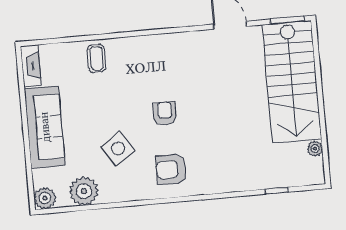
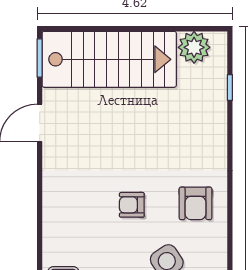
plant: (315, 149) -> (194, 47), width x1.88, depth x1.88

